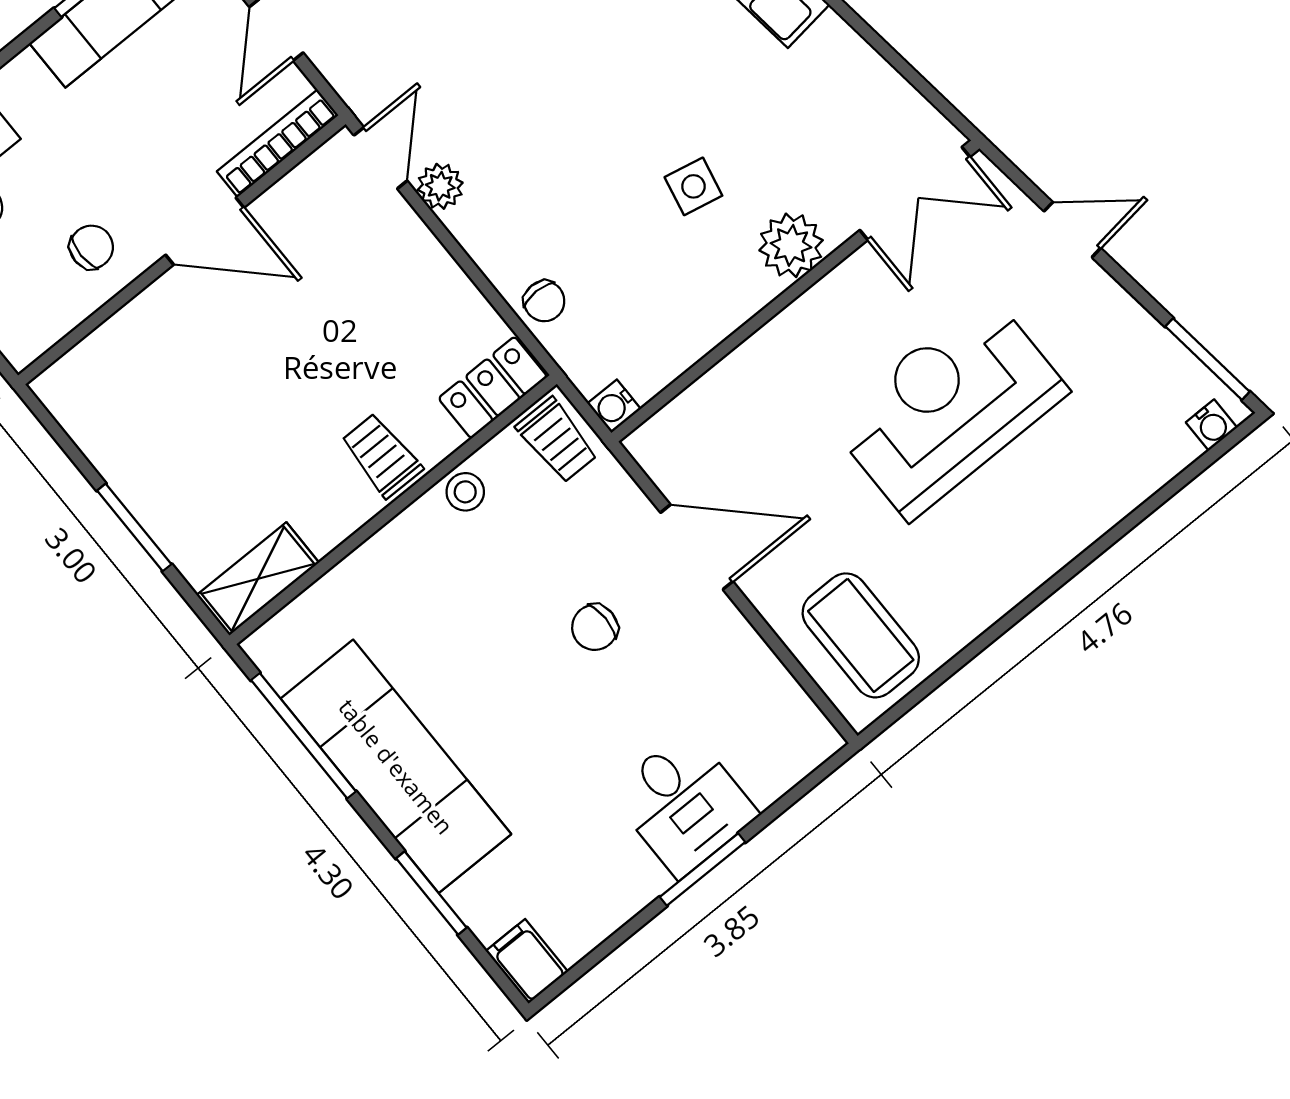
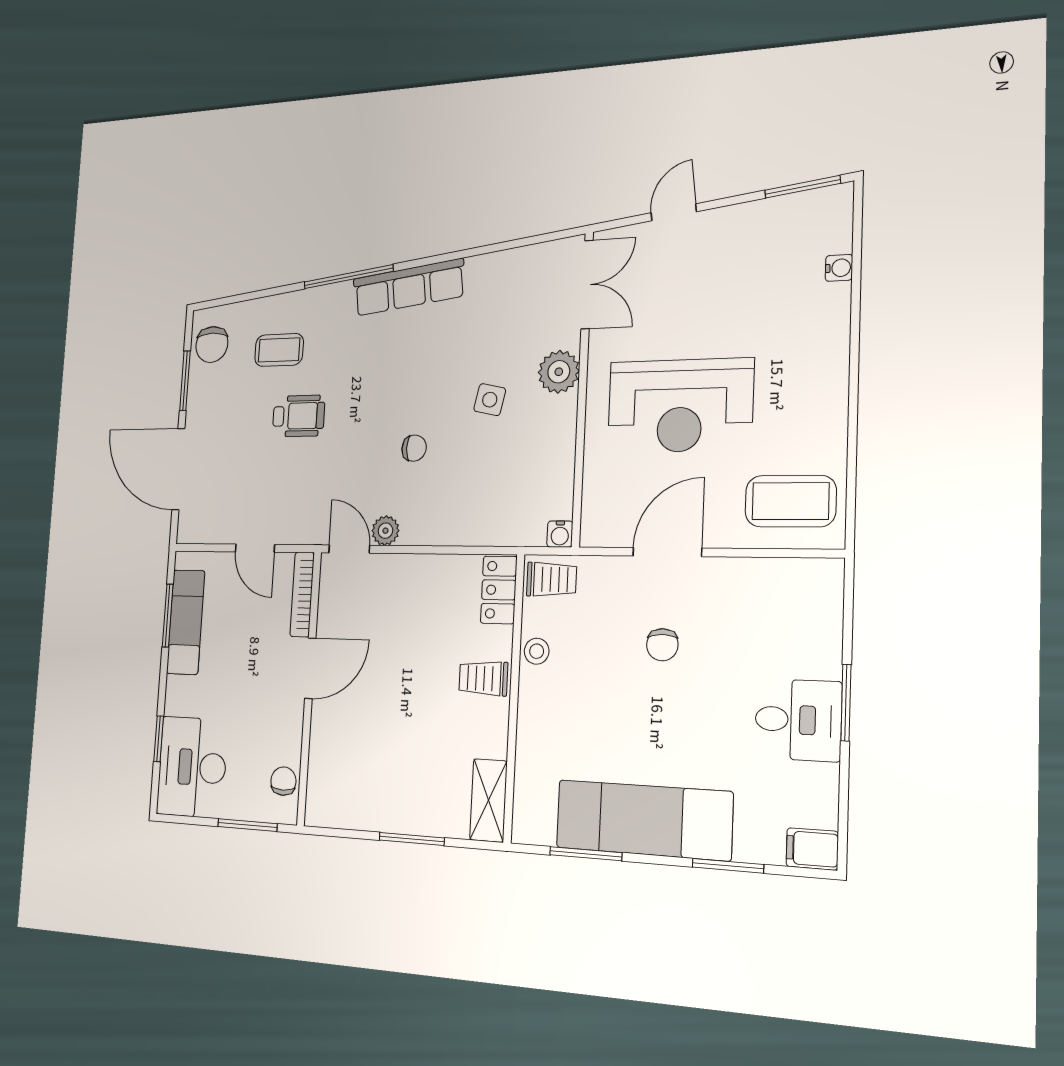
chair: (91, 247) -> (283, 781), moved
chair: (544, 301) -> (414, 448), moved
reception desk: (949, 407) -> (680, 406), moved, turned -90
water cooler: (1211, 425) -> (839, 268), moved
window: (303, 736) -> (586, 854), width x0.69
desk: (684, 804) -> (798, 720), moved

